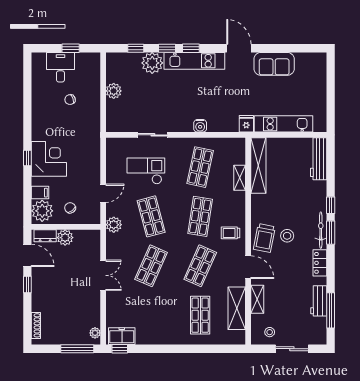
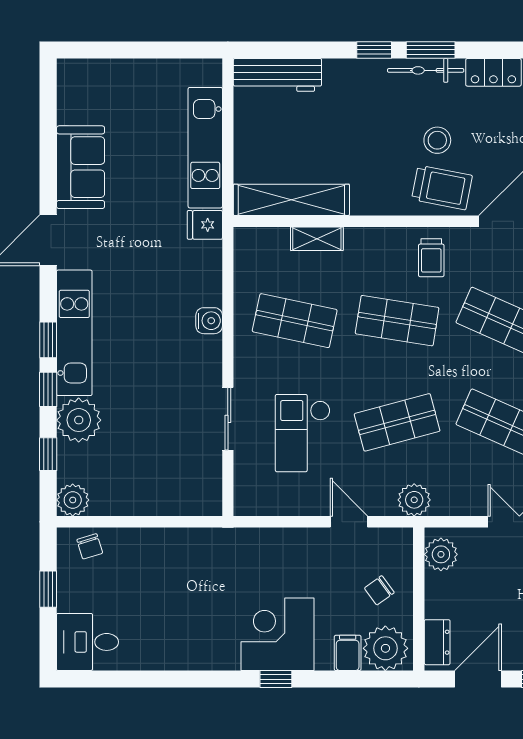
desk: (60, 67) -> (87, 642), moved
plant: (114, 91) -> (73, 500), moved
chair: (70, 100) -> (90, 546), moved
plant: (65, 238) -> (441, 554), moved

